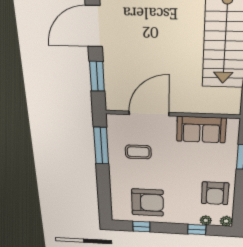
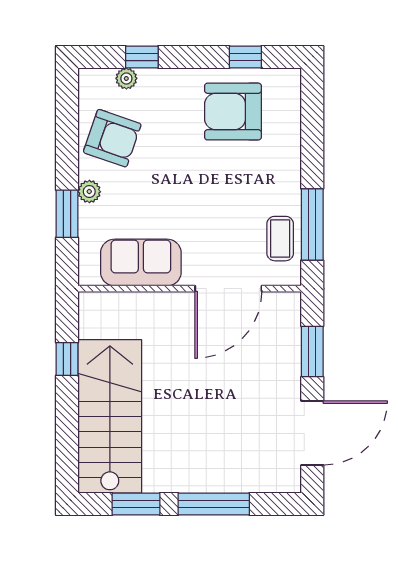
coffee table: (138, 152) -> (280, 239), moved, turned 90
armchair: (215, 193) -> (112, 138), turned 109
plant: (226, 221) -> (89, 192), moved

